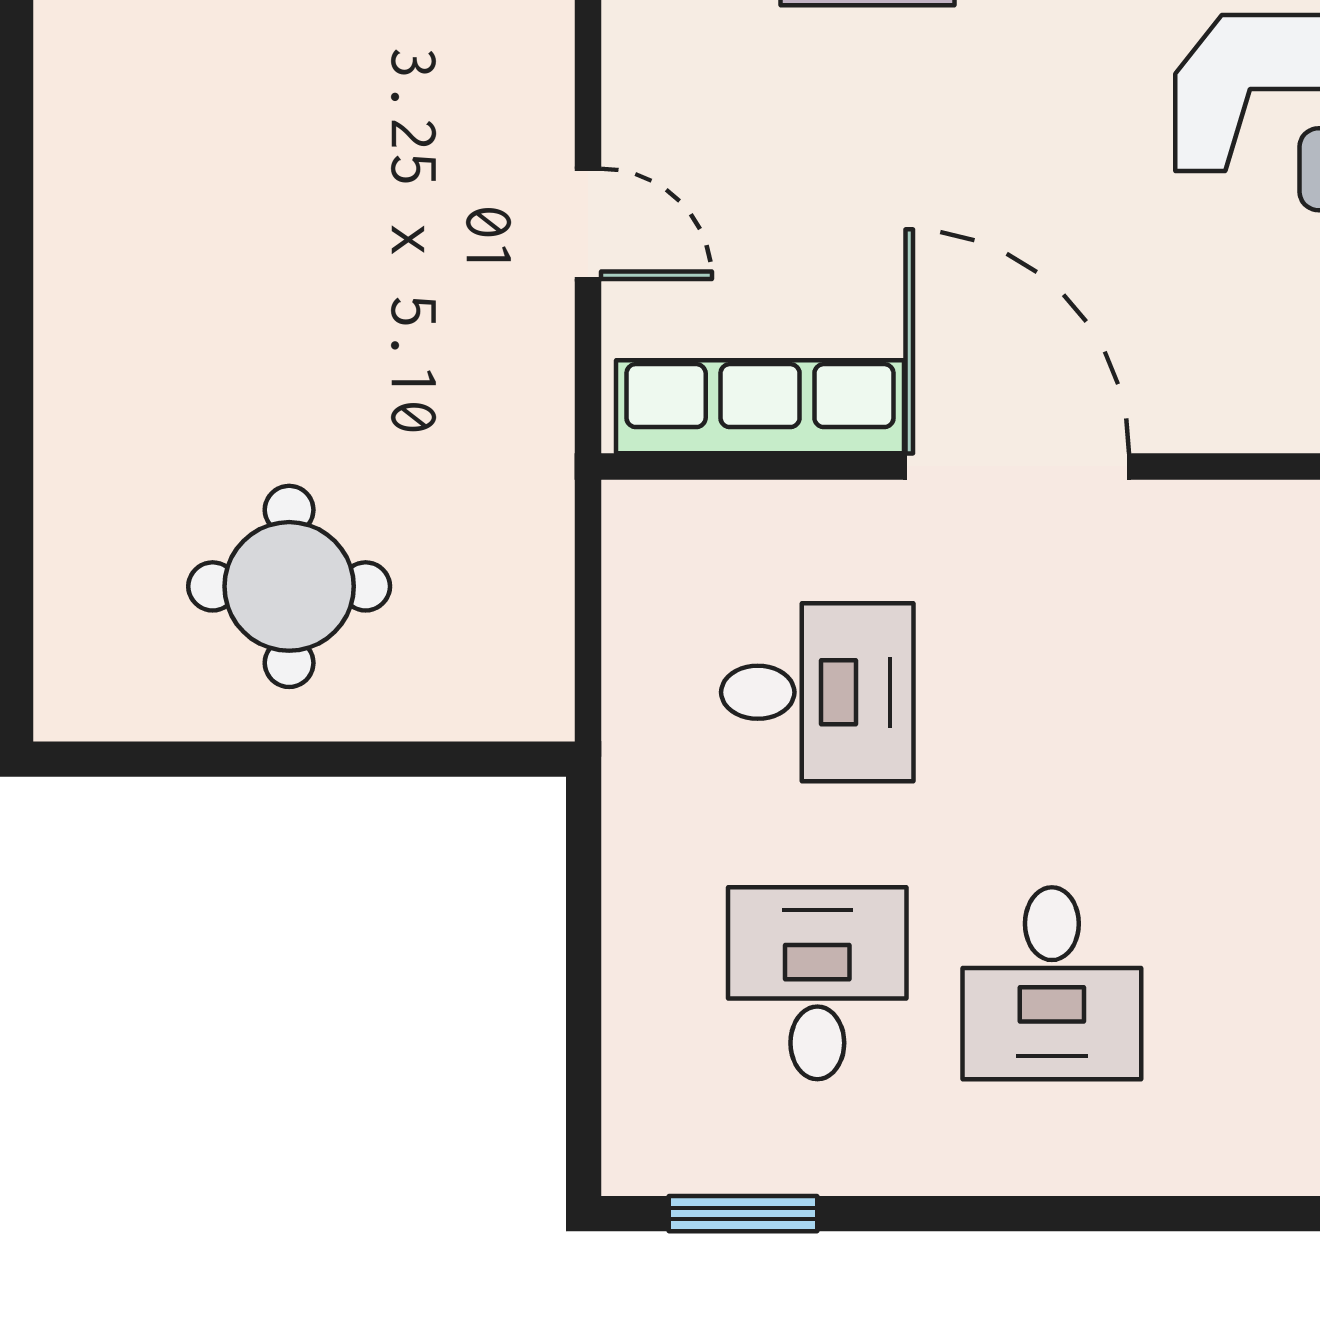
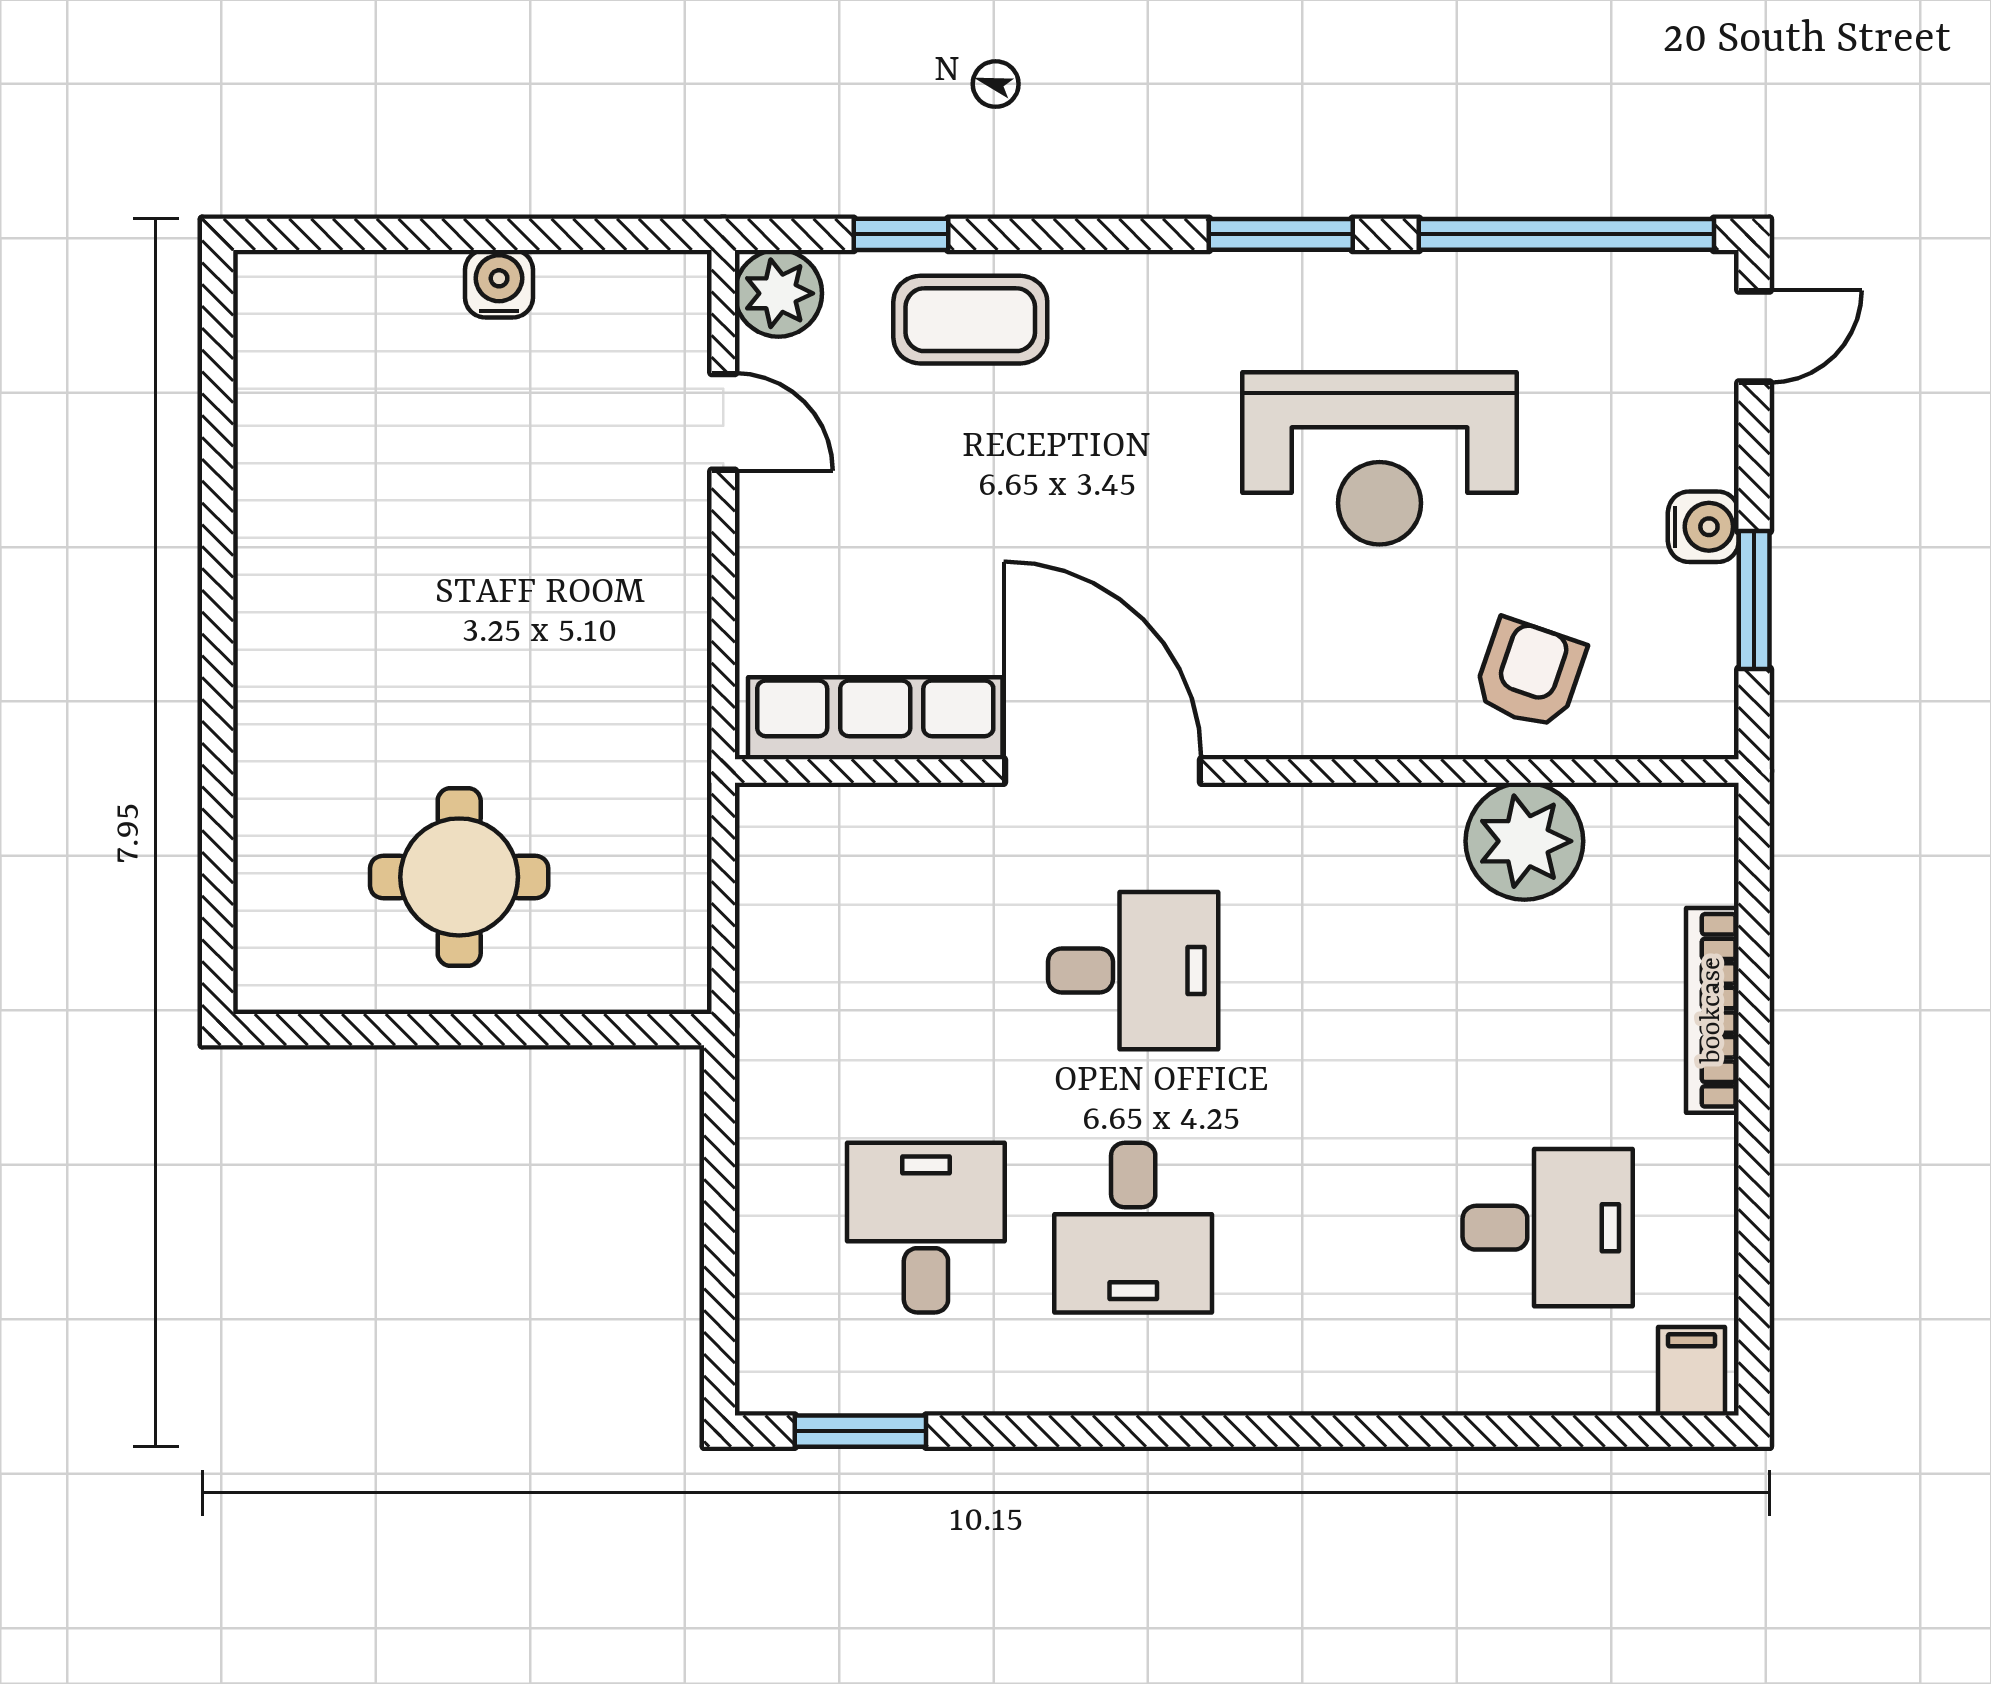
door: (588, 224) -> (723, 422), moved
desk: (817, 692) -> (1133, 971), moved

